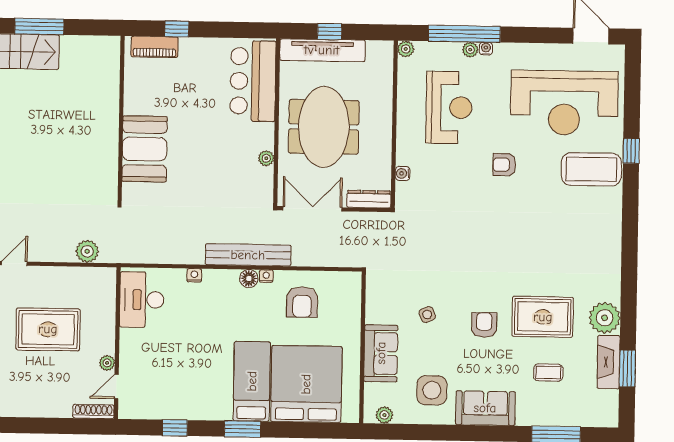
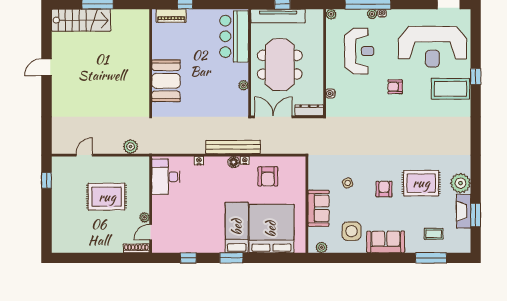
coffee table: (548, 372) -> (434, 234), moved

